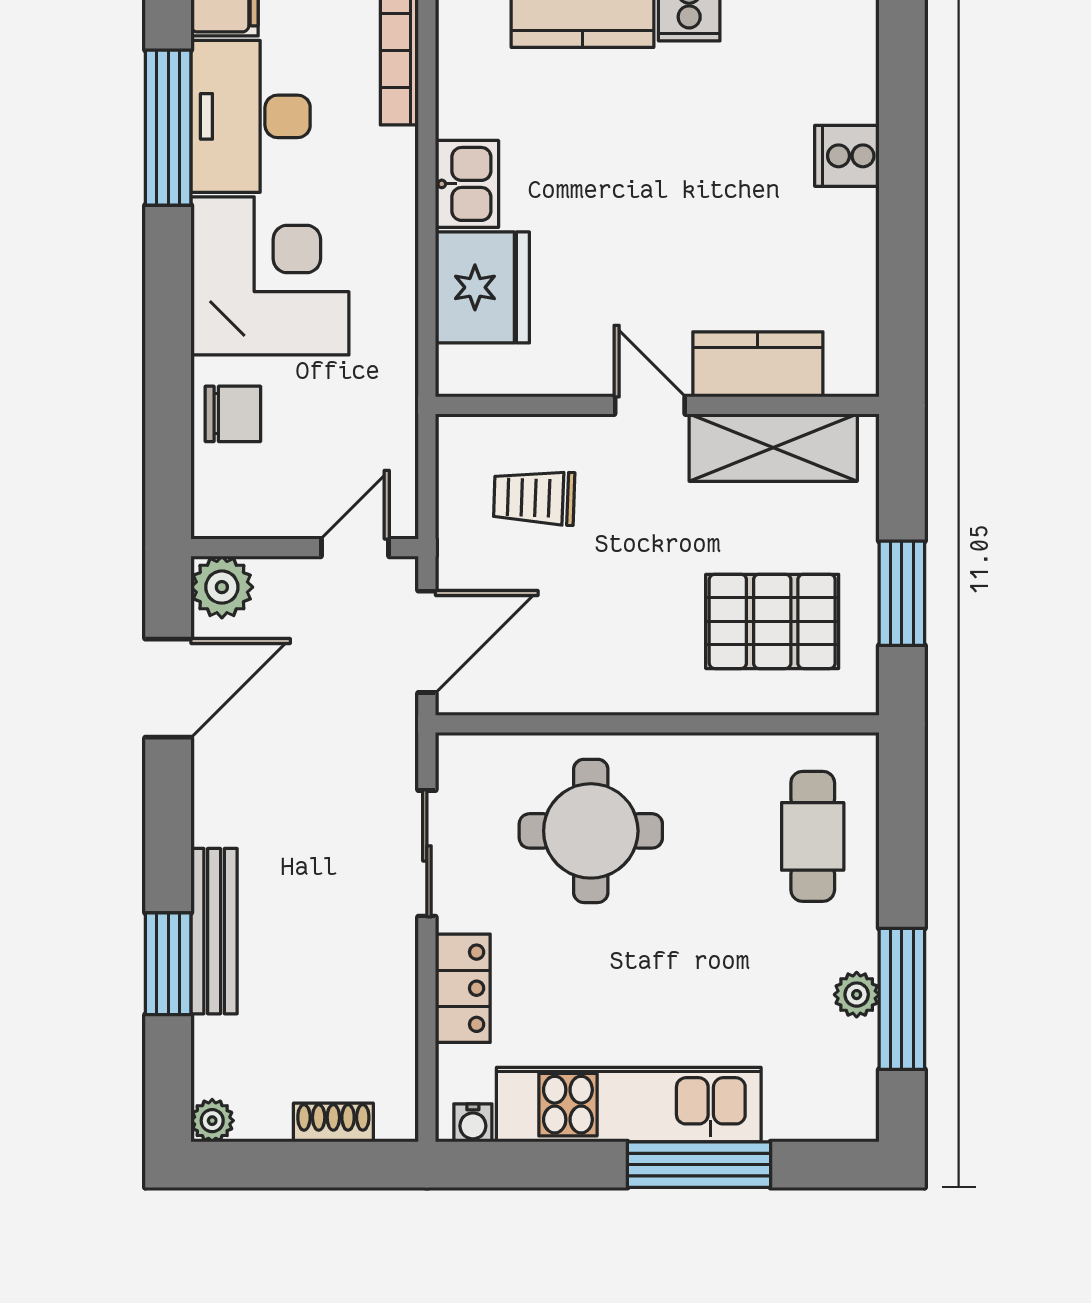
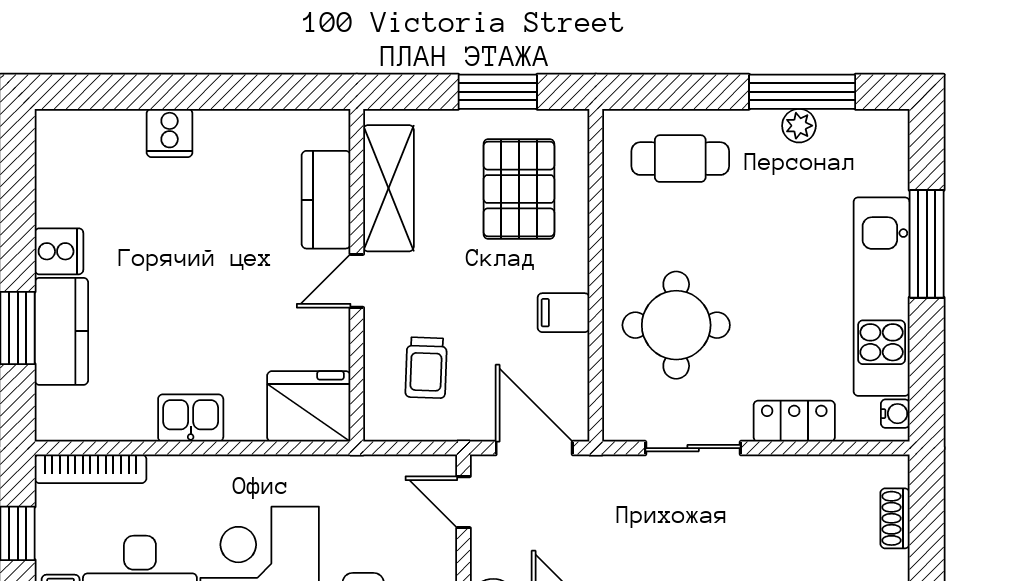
fridge: (482, 287) -> (309, 406), moved
filing cabinet: (607, 681) -> (563, 313), added

